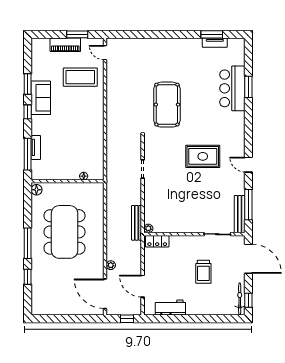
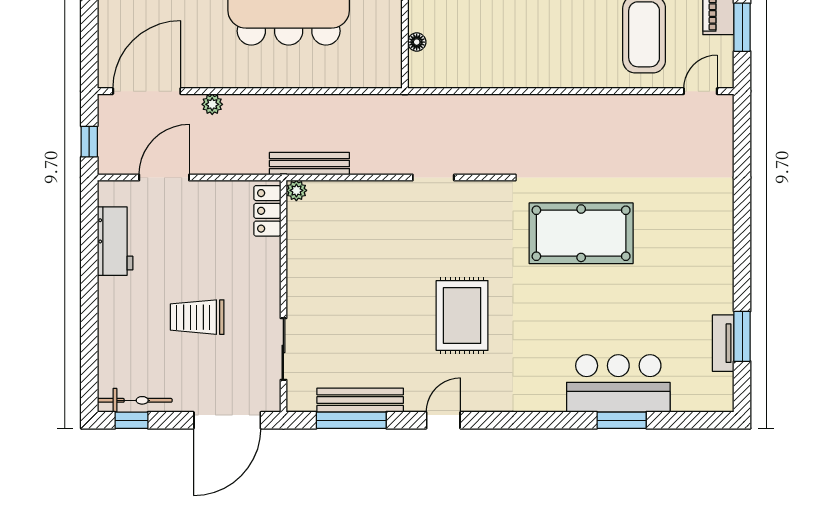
bench: (240, 214) -> (360, 400), moved

